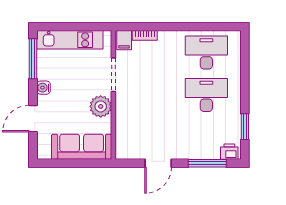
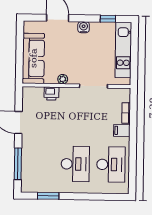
filing cabinet: (124, 40) -> (122, 130), moved
window: (33, 59) -> (108, 19), width x0.46
plant: (101, 106) -> (63, 79), width x0.53, depth x0.53
printer: (229, 152) -> (51, 93), moved, turned 90

